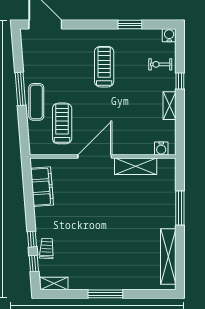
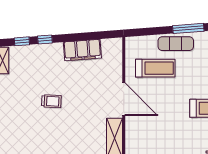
filing cabinet: (42, 187) -> (82, 50), moved
trolley: (47, 248) -> (51, 101), moved

